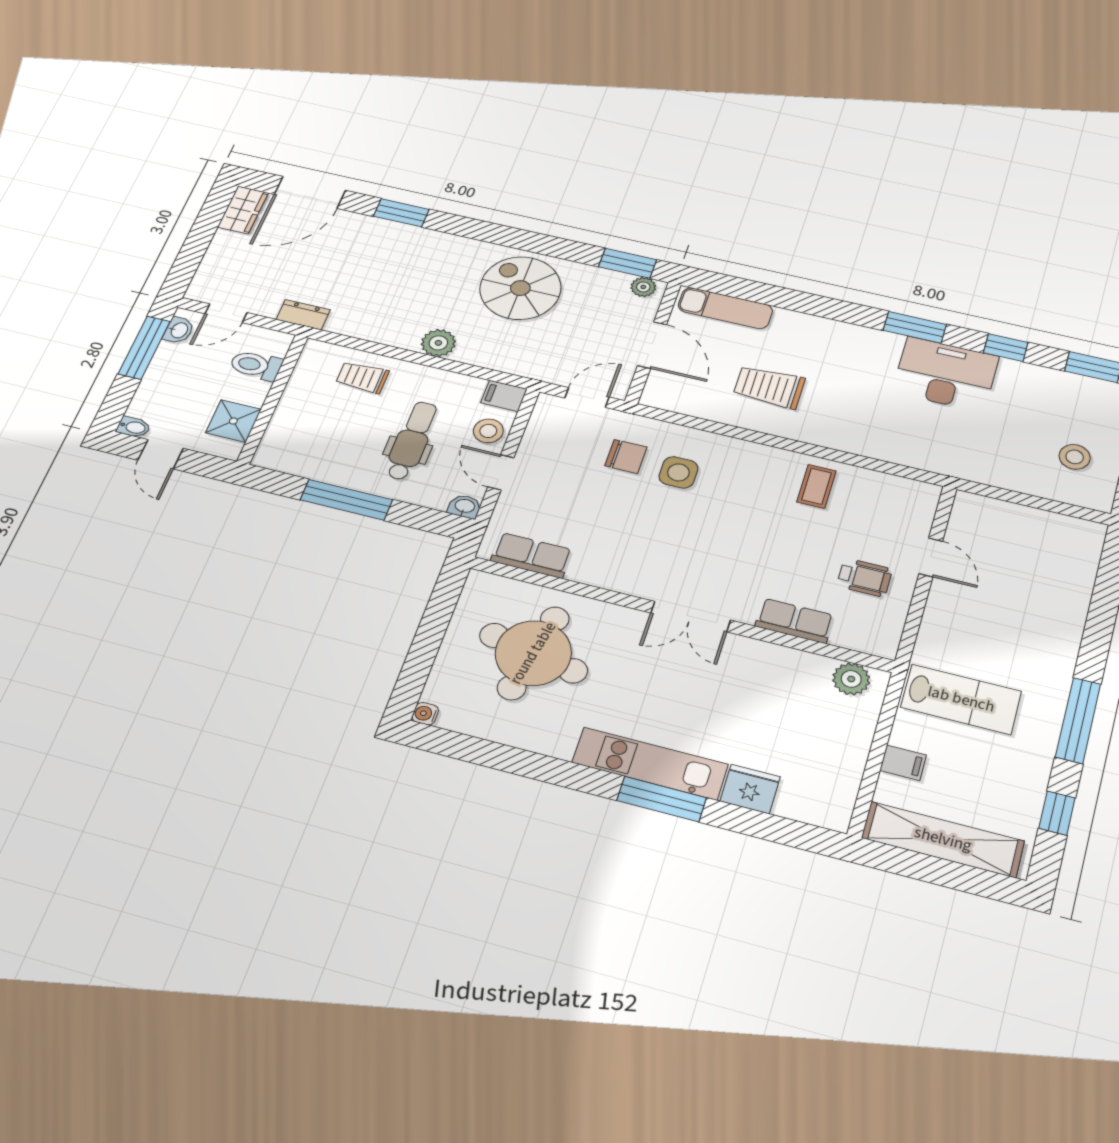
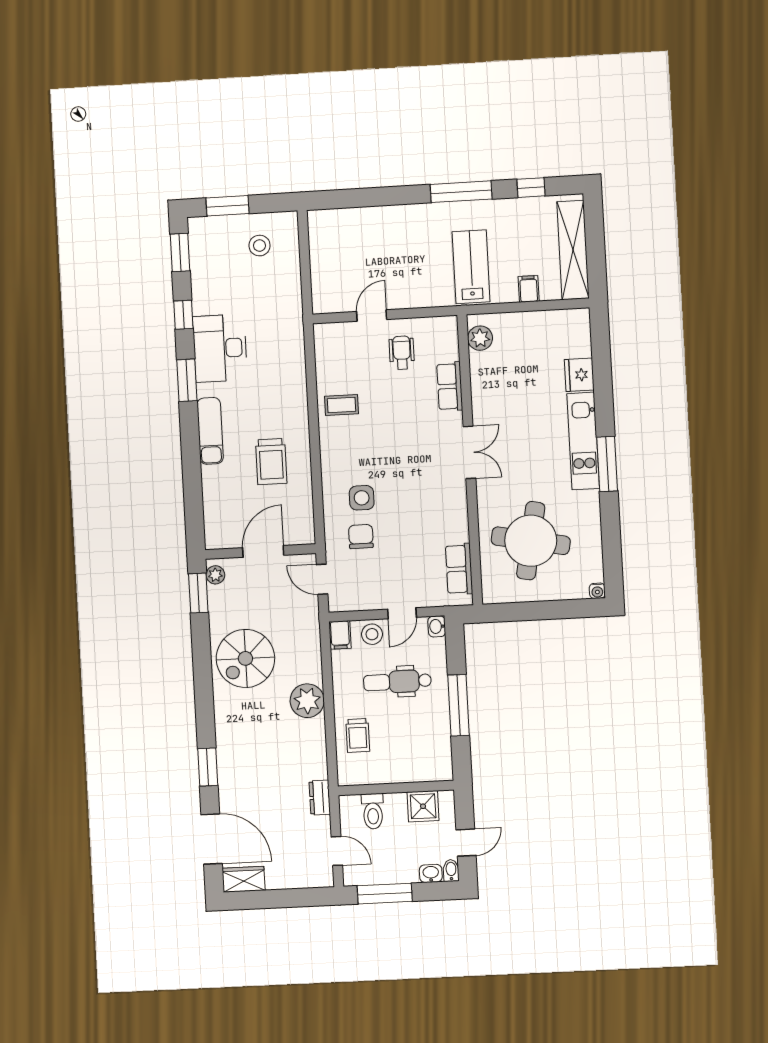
exam couch: (725, 308) -> (210, 431), moved
washbasin: (179, 330) -> (431, 873), moved
plant: (438, 343) -> (307, 701), width x1.36, depth x1.36
window: (661, 799) -> (607, 464), moved

